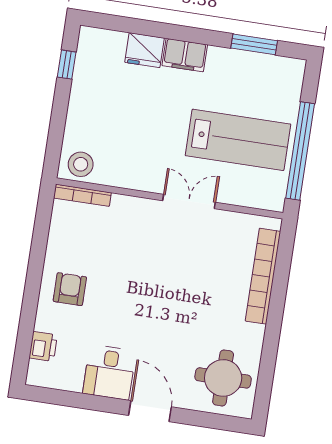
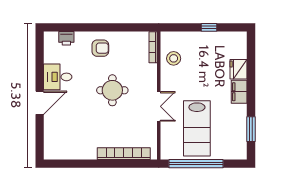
window: (67, 65) -> (209, 27), moved
stool: (81, 164) -> (174, 58), moved
round table: (223, 378) -> (112, 90), moved

